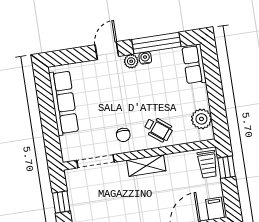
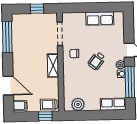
row of seats: (64, 103) -> (100, 18), width x0.68
wheelchair: (158, 129) -> (97, 61), moved

